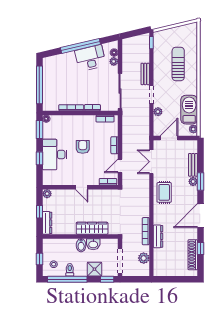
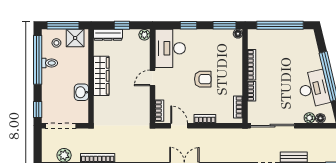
desk: (55, 155) -> (170, 48), moved, turned -90
wardrobe: (92, 228) -> (101, 76), moved
bidet: (81, 245) -> (80, 77), removed
window: (39, 259) -> (63, 25), width x2.17
shower: (94, 269) -> (75, 38), moved

